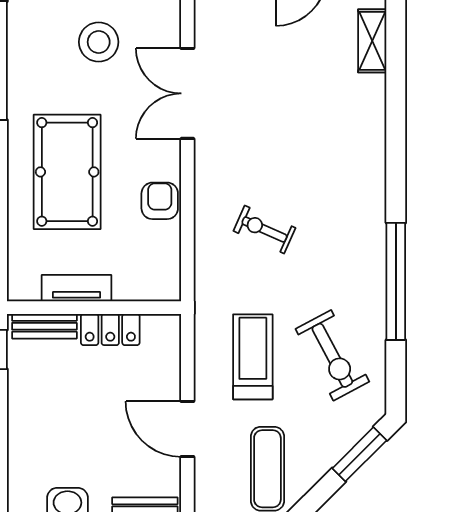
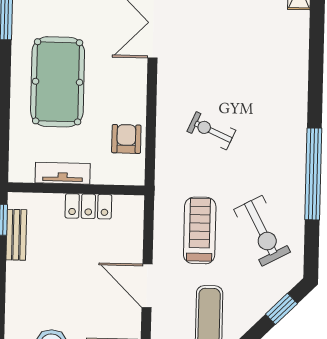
armchair: (160, 201) -> (126, 139), moved
bench: (44, 326) -> (16, 235), moved, turned 90
window: (359, 454) -> (281, 309), width x0.67

